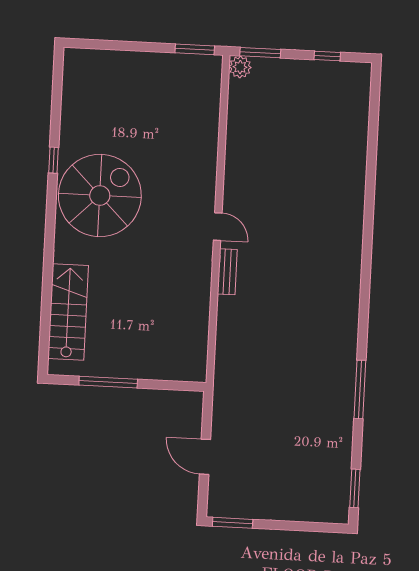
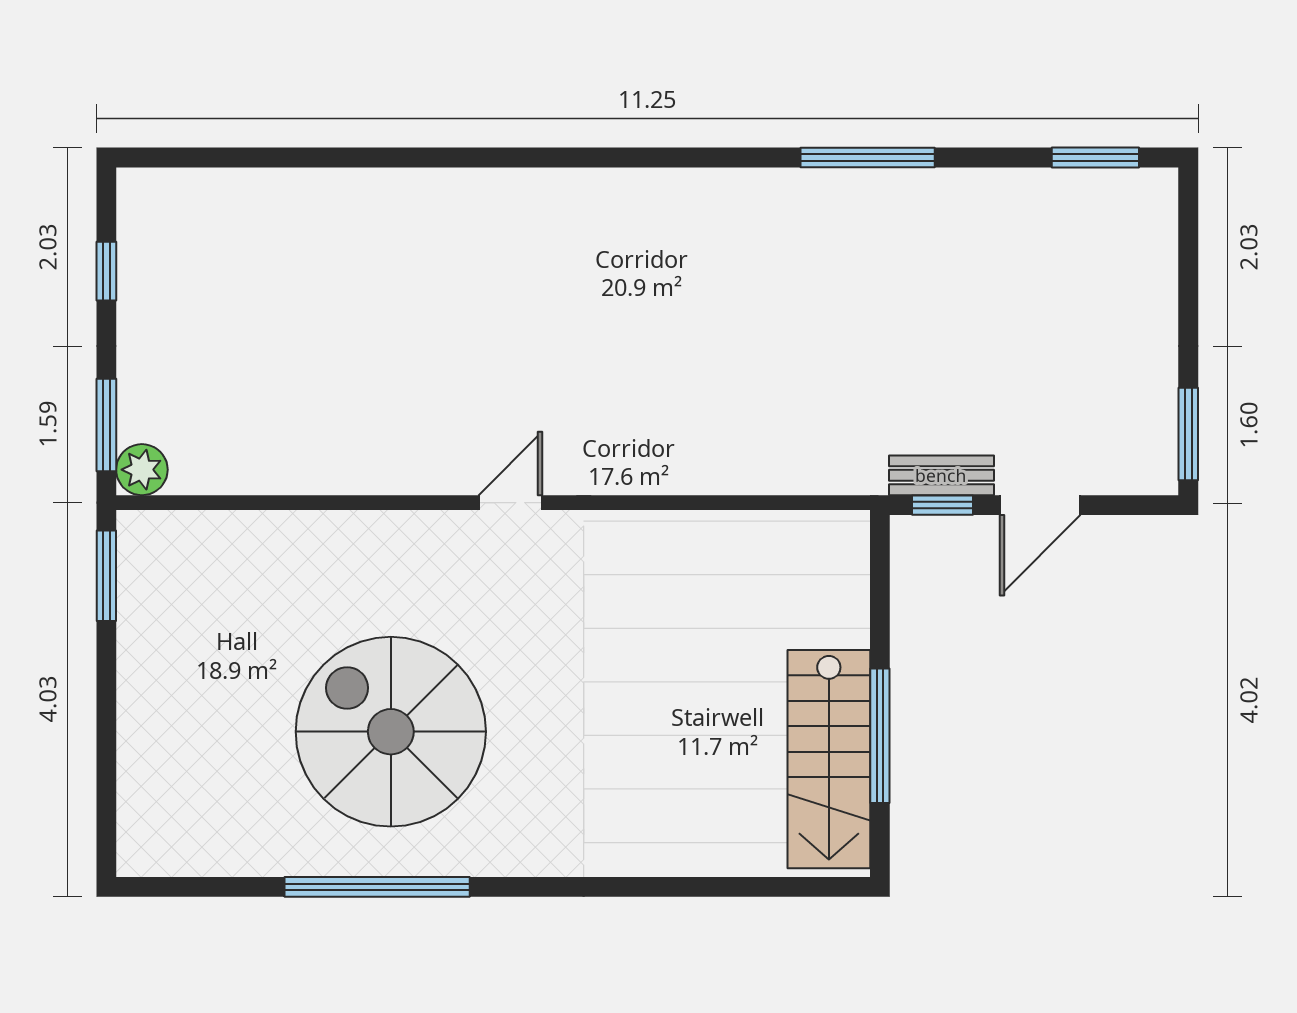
window: (54, 160) -> (377, 887), width x3.17
spiral stairs: (100, 196) -> (391, 732), moved
bench: (227, 272) -> (941, 475), moved
stairs: (68, 312) -> (829, 759), moved, turned -90
window: (207, 414) -> (943, 505), added

